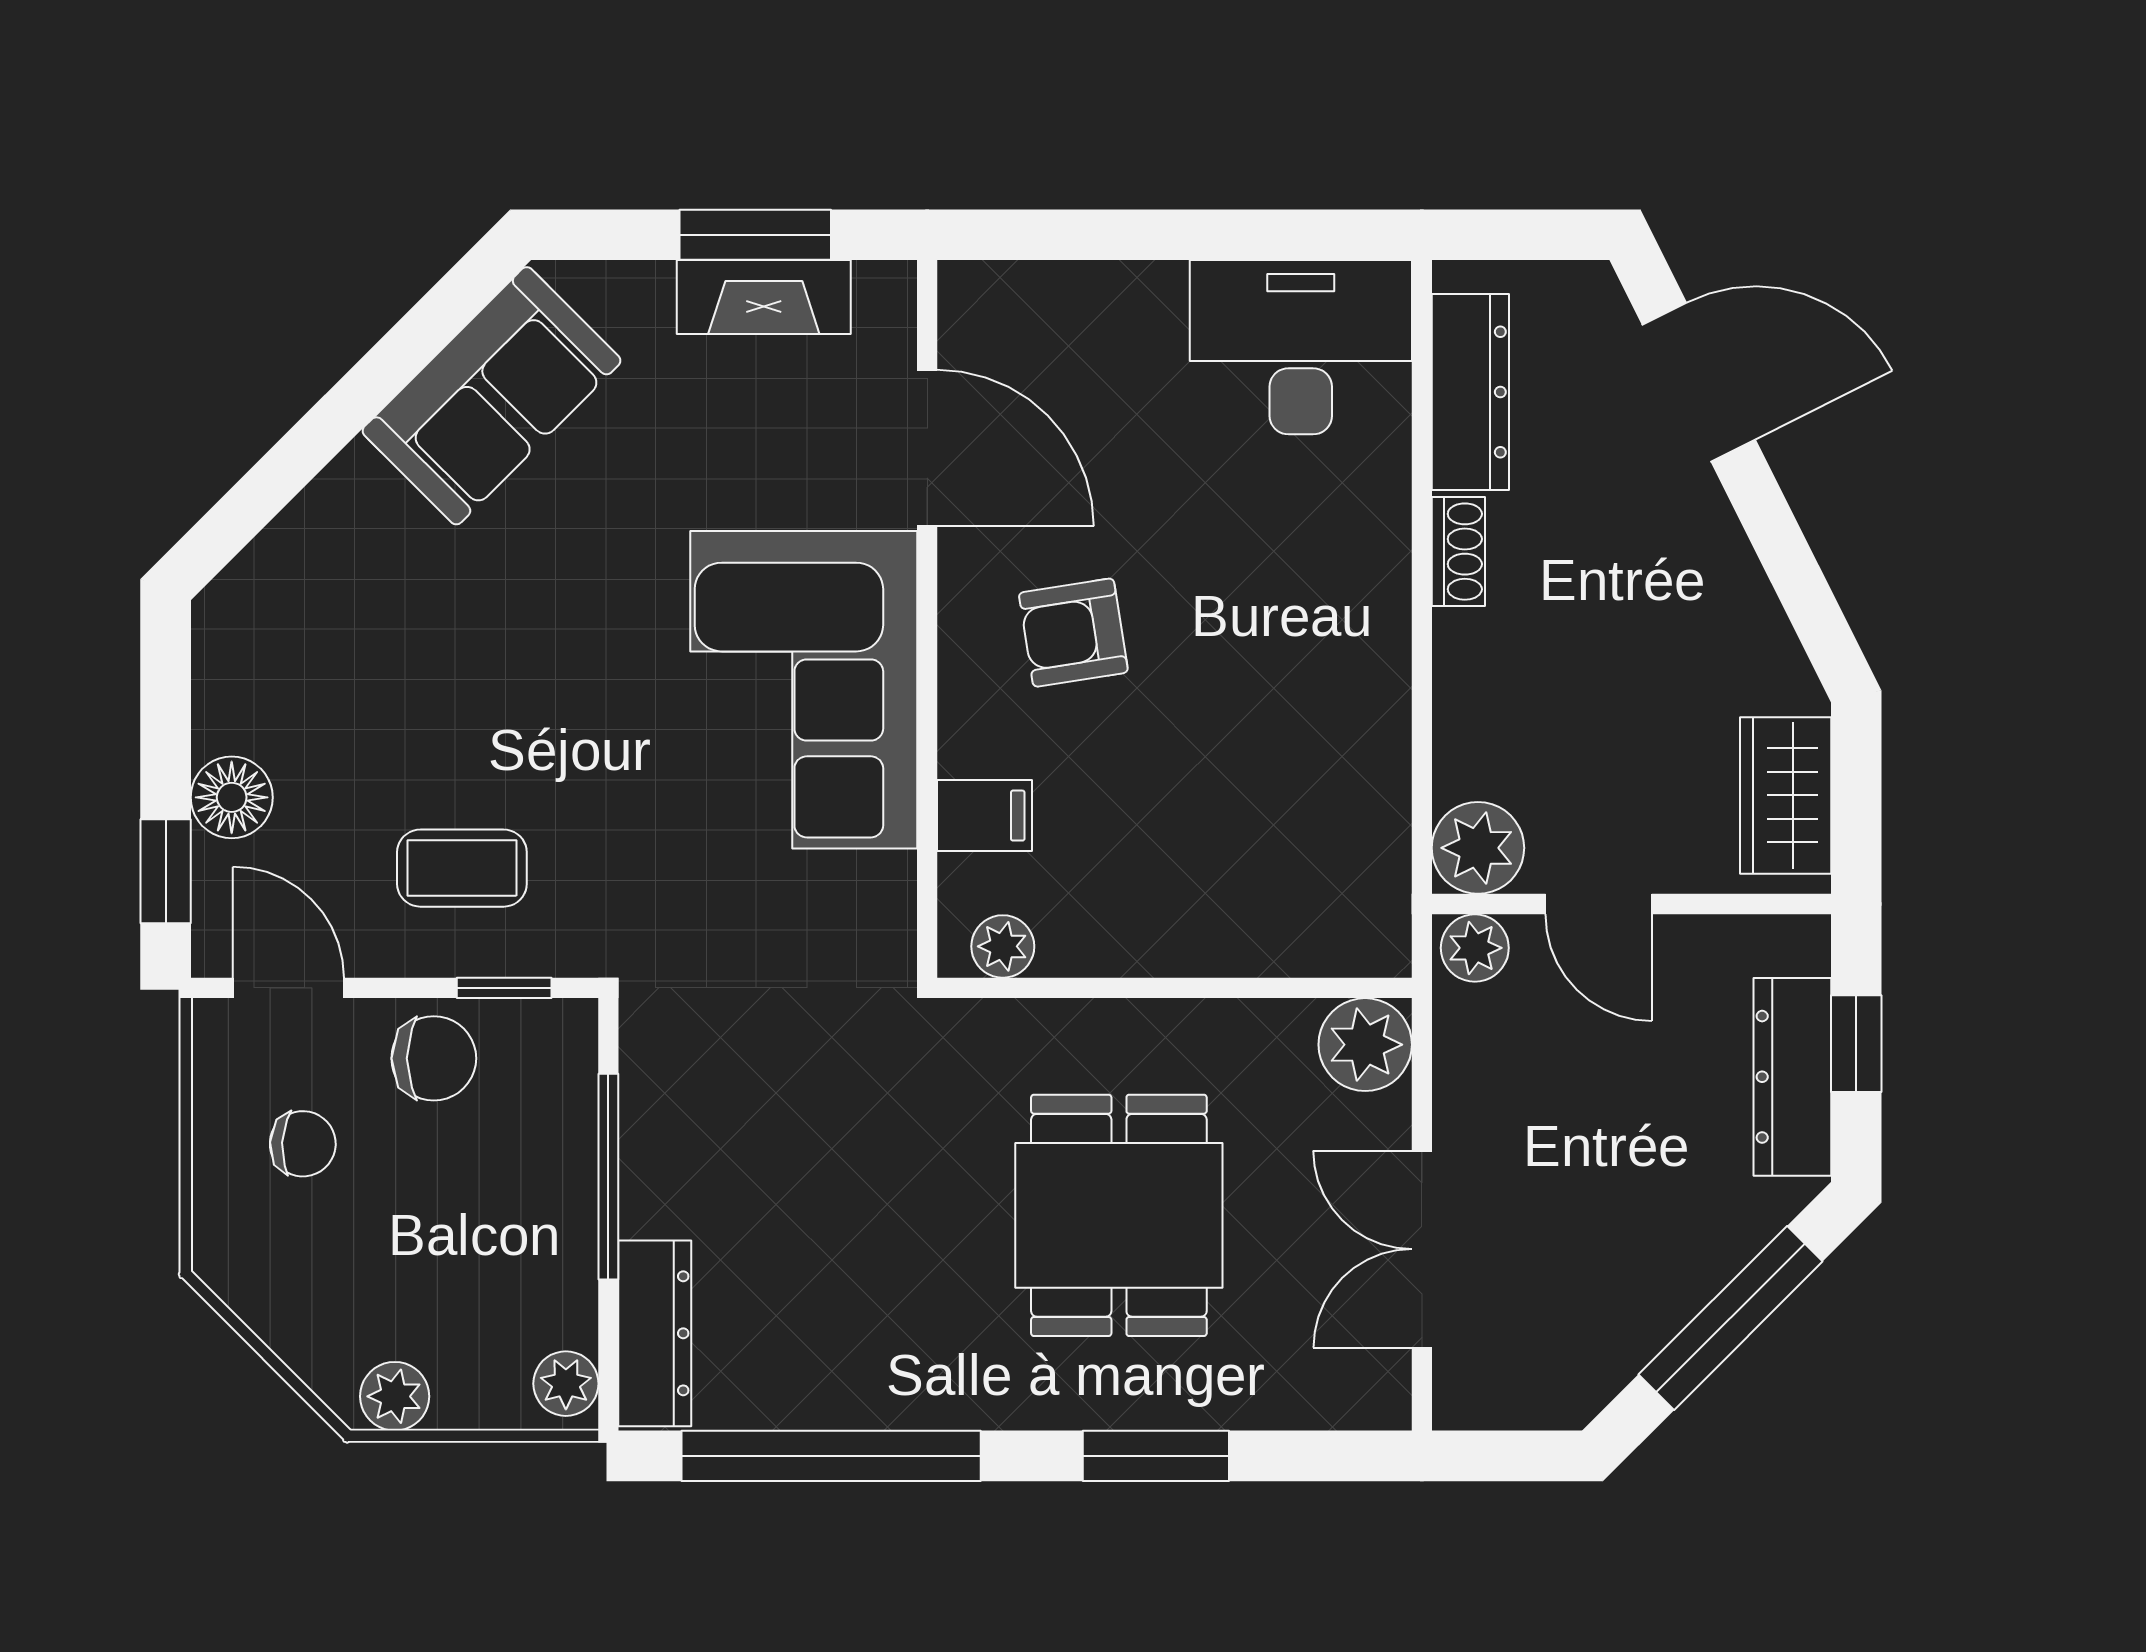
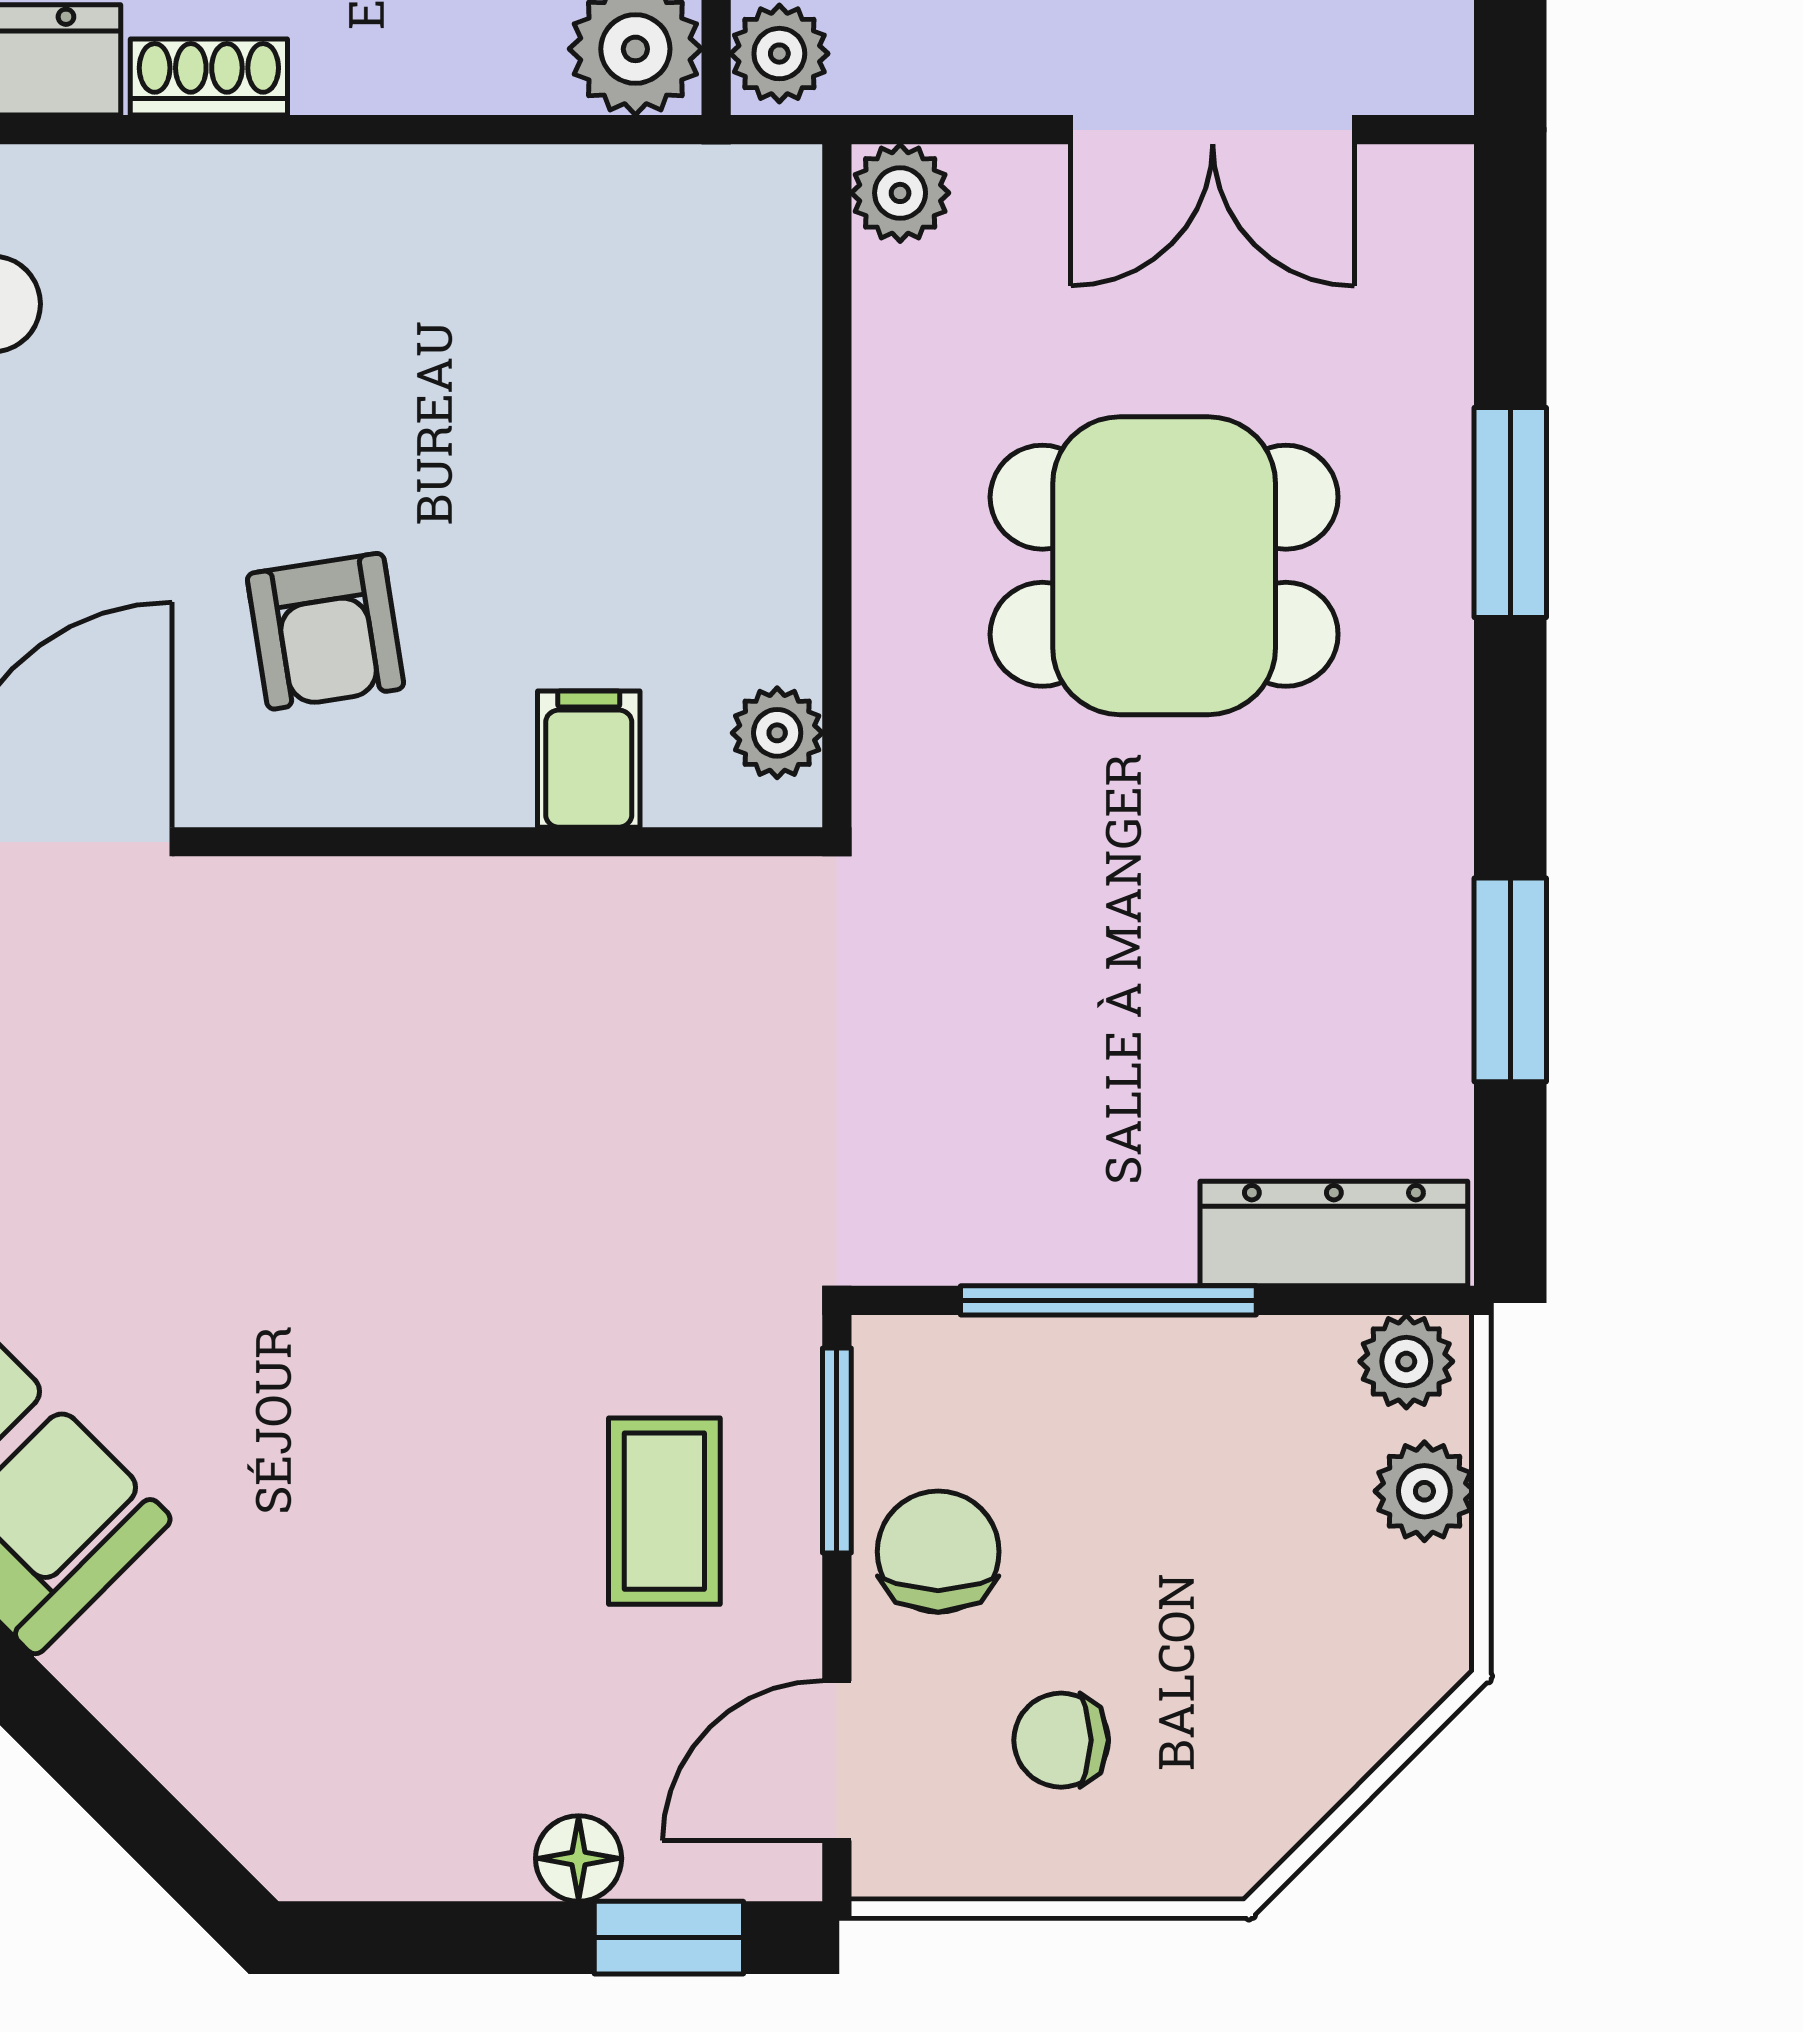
corner sofa: (804, 690) -> (408, 1019), removed
floor lamp: (232, 797) -> (579, 1858), width x0.73, depth x0.73
window: (504, 988) -> (837, 1451), width x1.50
plant: (1365, 1045) -> (900, 193), width x0.73, depth x0.73
chair: (303, 1144) -> (1061, 1740), turned -93
plant: (395, 1396) -> (1424, 1491), moved
window: (831, 1456) -> (1510, 980), width x0.47

